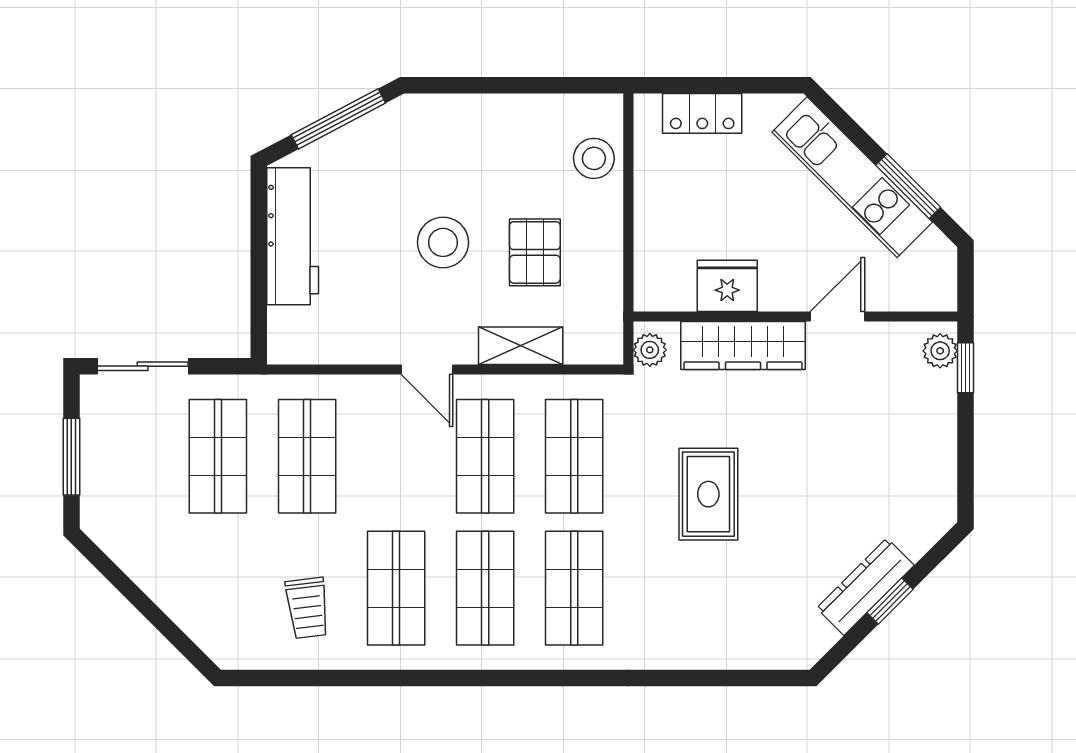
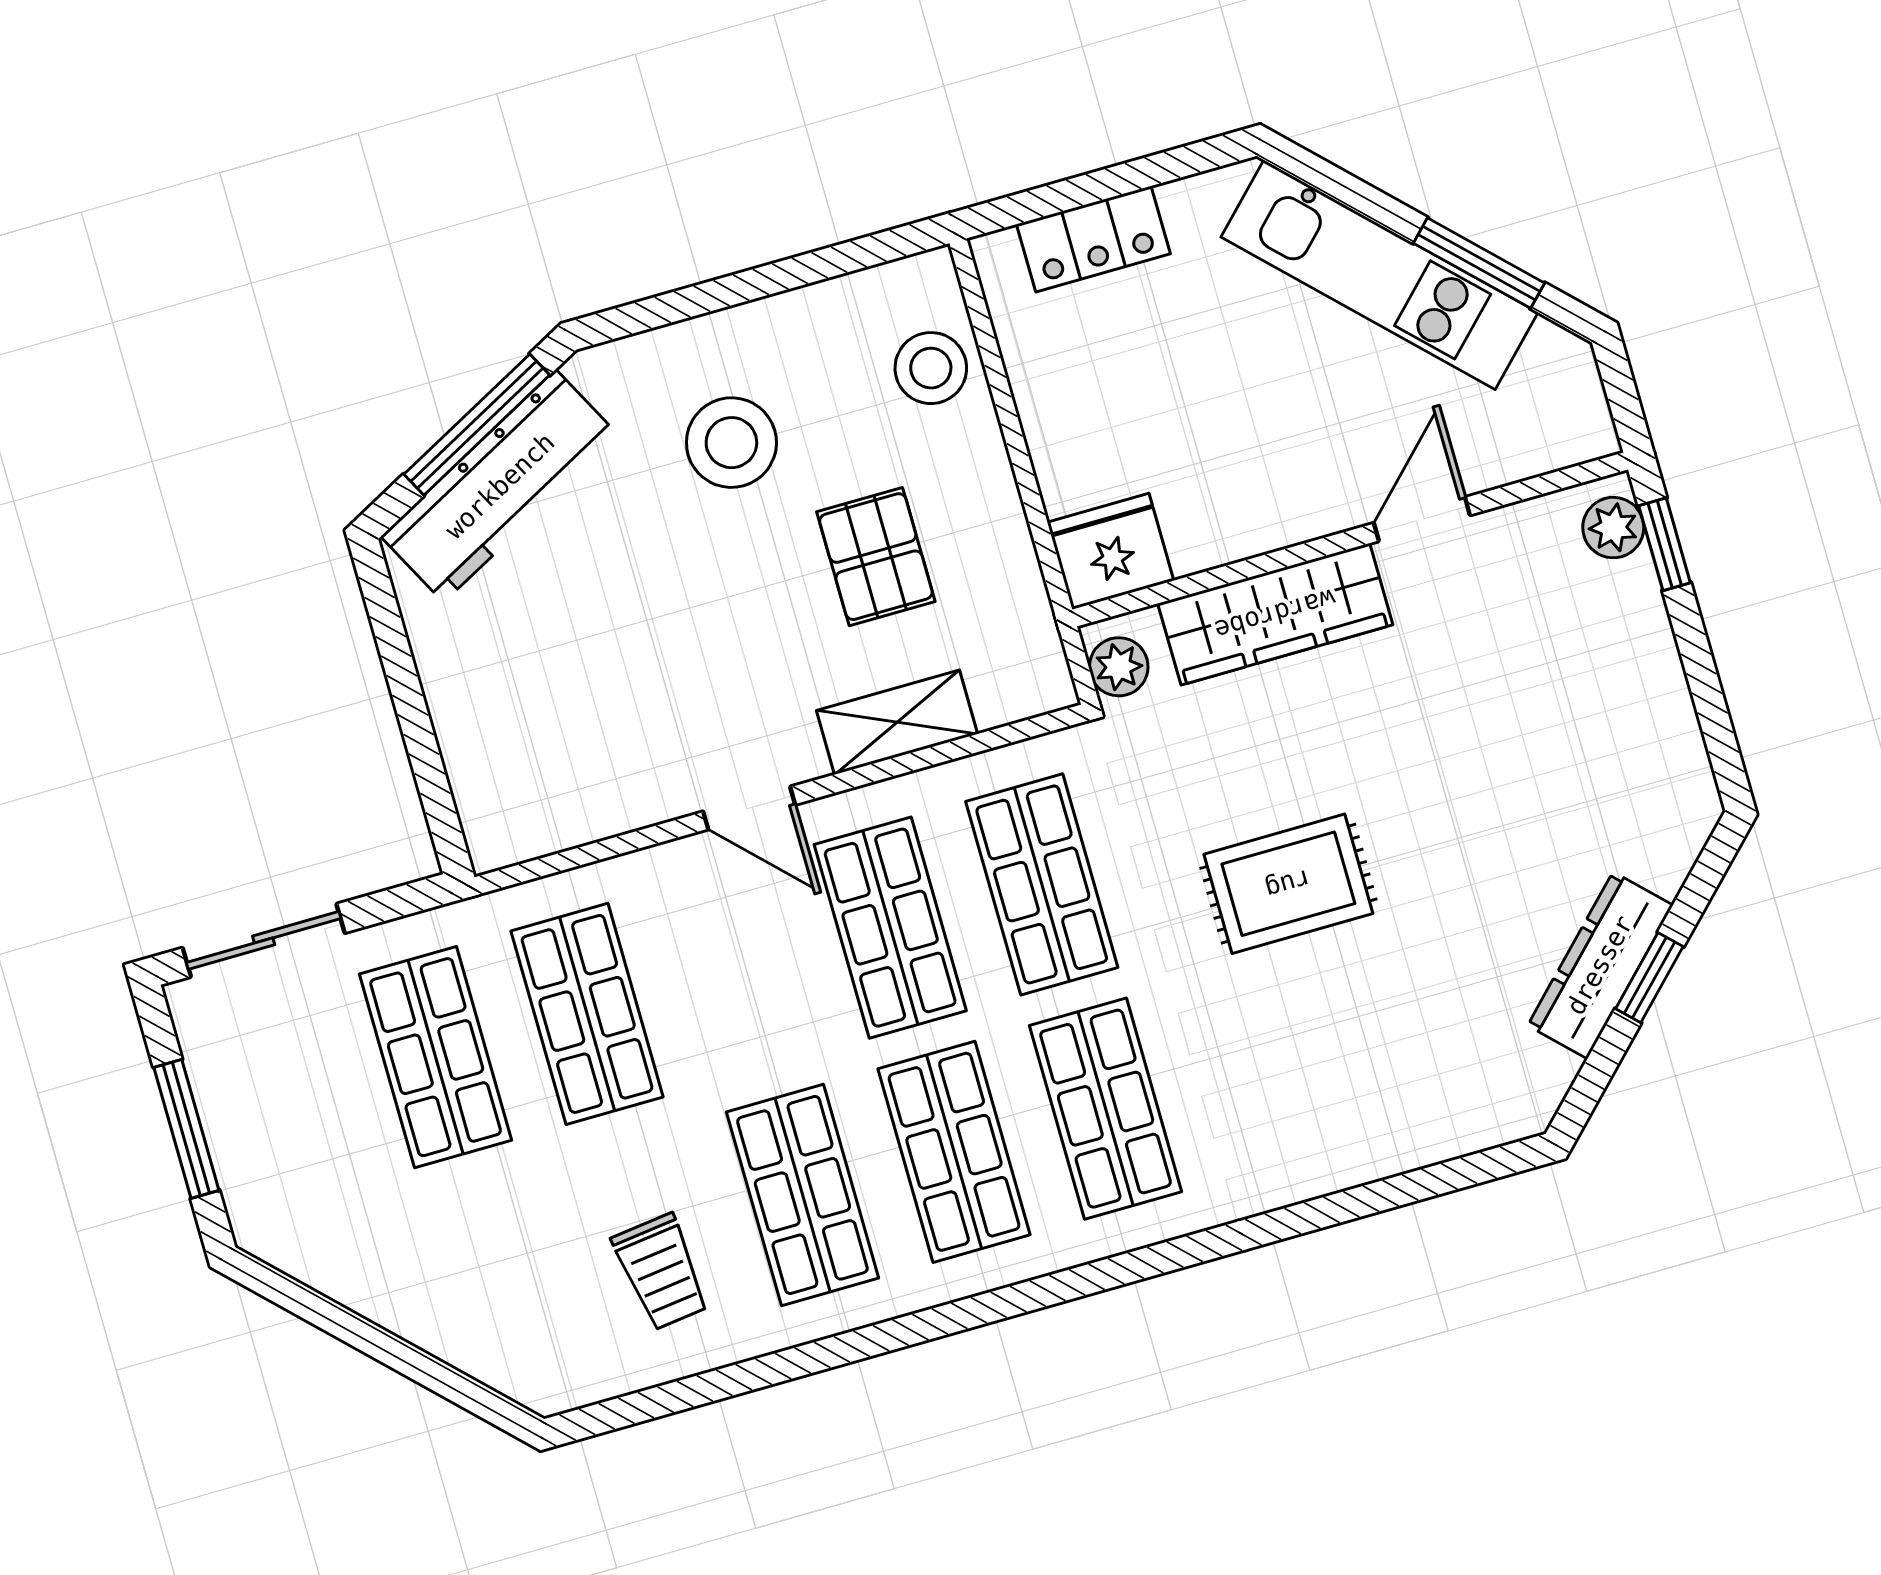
workbench: (293, 236) -> (500, 486), moved, turned 62
stool: (443, 242) -> (731, 443), moved
fridge: (727, 286) -> (1111, 551), moved
rug: (708, 494) -> (1288, 884), turned 90

